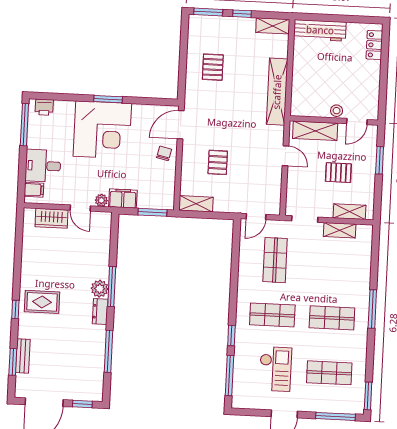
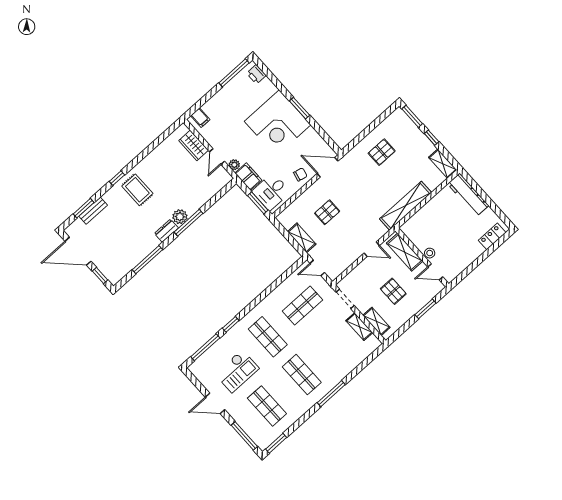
door: (285, 156) -> (372, 249), hinge flipped
desk: (43, 166) -> (271, 192), moved, turned -90
shelving: (196, 204) -> (302, 238), moved

